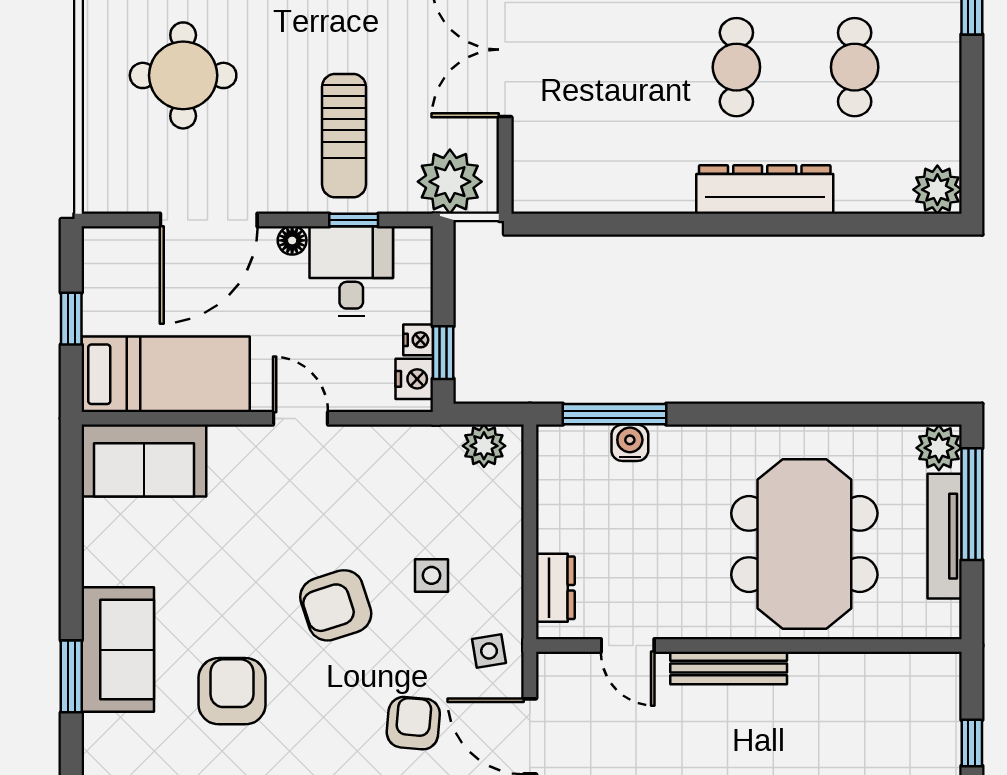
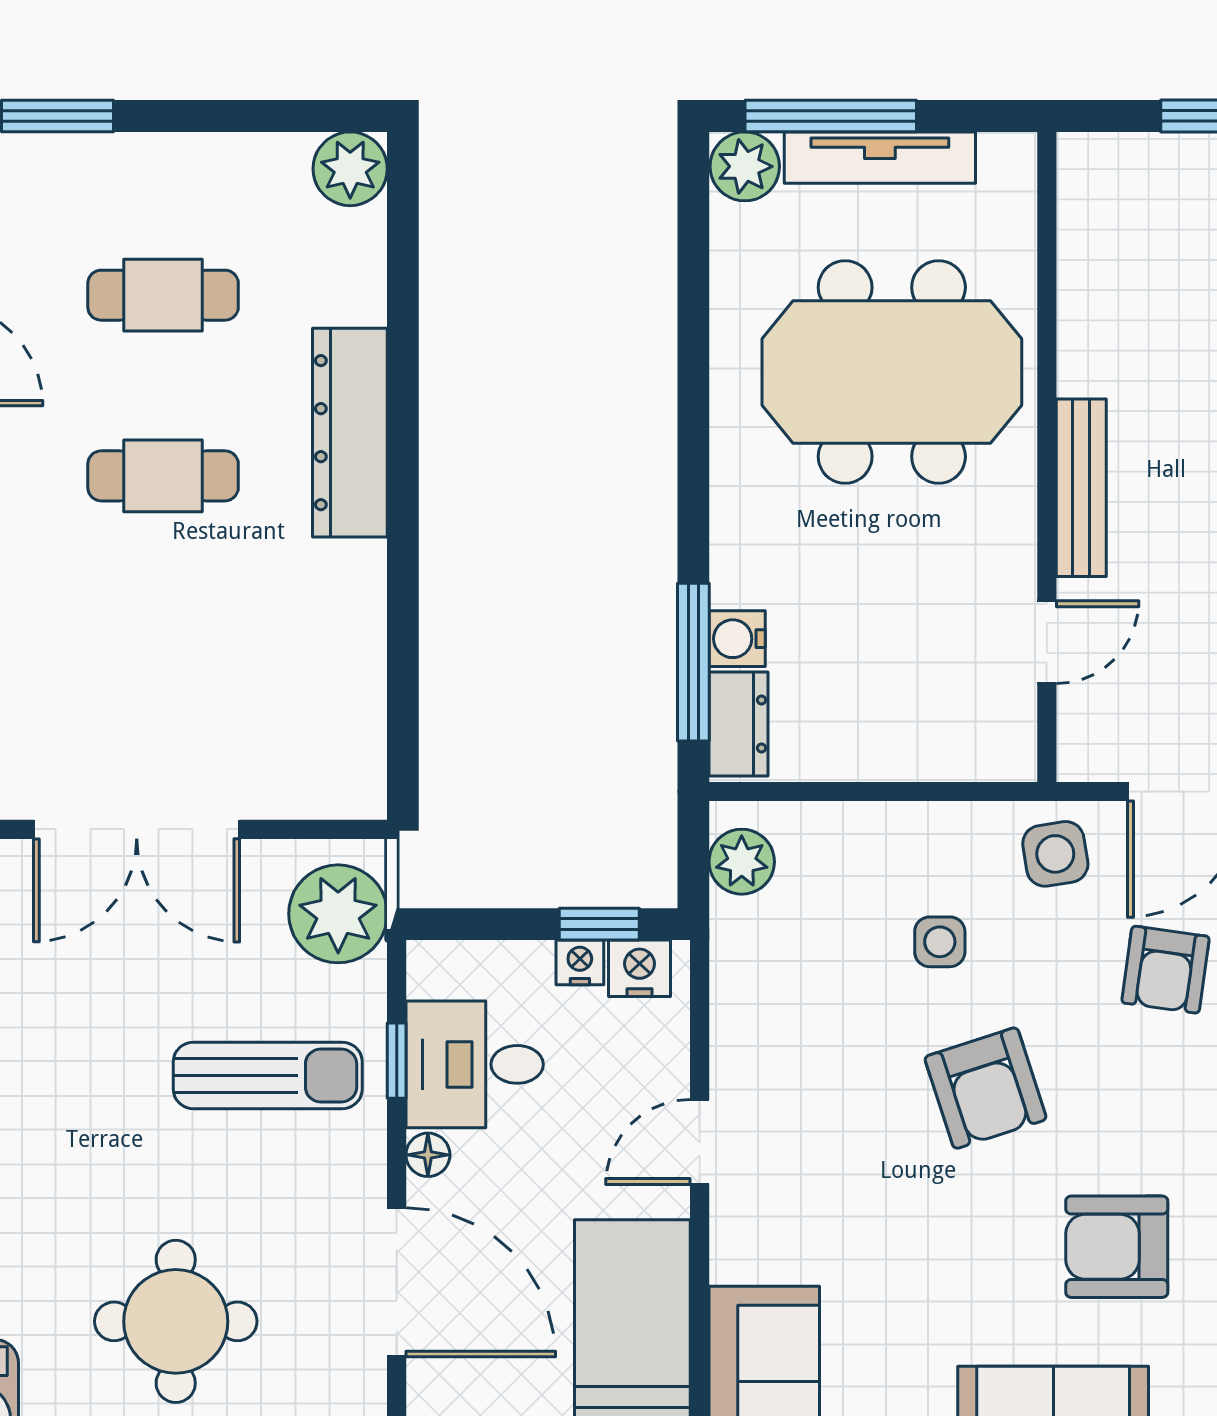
dresser: (555, 588) -> (739, 724), moved, turned 90
side table: (489, 651) -> (1055, 854), width x1.37, depth x1.37
armchair: (413, 723) -> (1165, 970), turned -87

